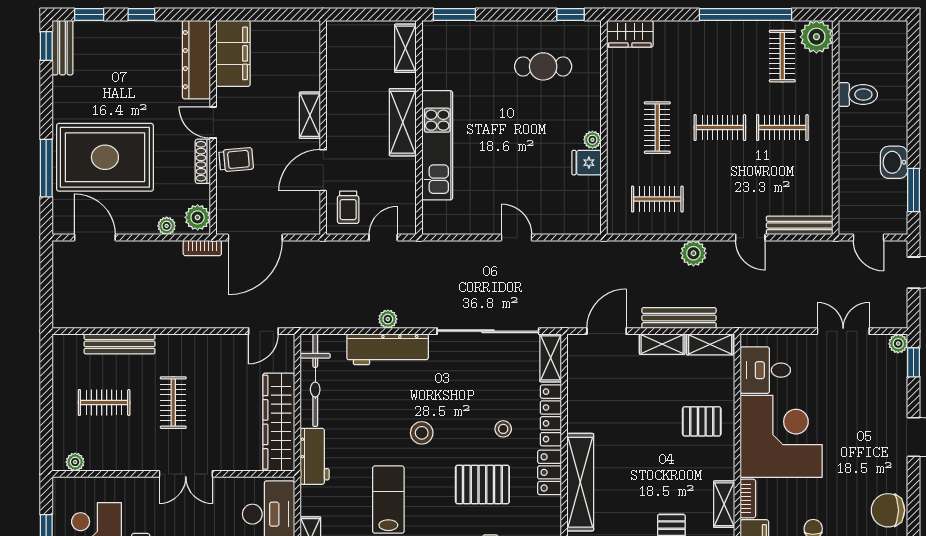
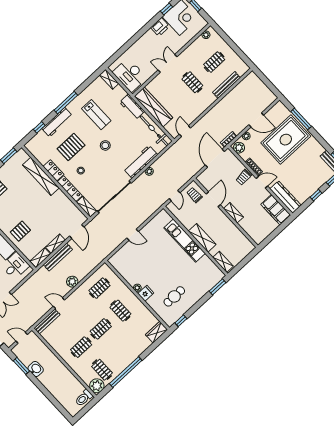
toilet: (858, 94) -> (84, 398), moved
fridge: (587, 163) -> (146, 293), moved
door: (95, 238) -> (256, 120), moved

